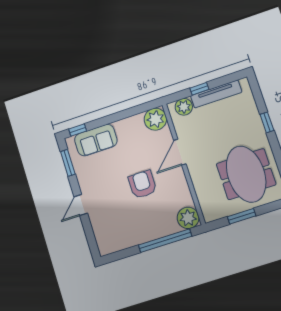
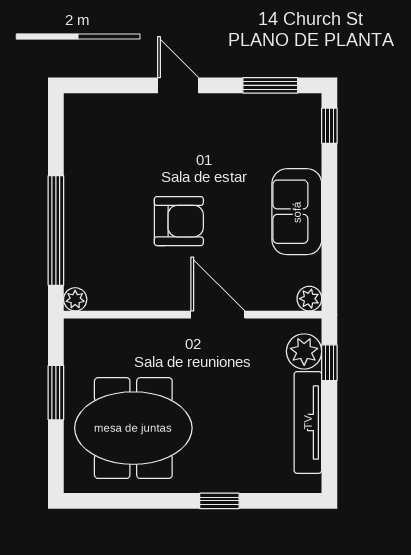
window: (199, 89) -> (329, 363), moved
plant: (155, 119) -> (309, 299), width x0.53, depth x0.53
sofa: (96, 140) -> (297, 212), moved
plant: (188, 218) -> (75, 299), width x0.53, depth x0.53

